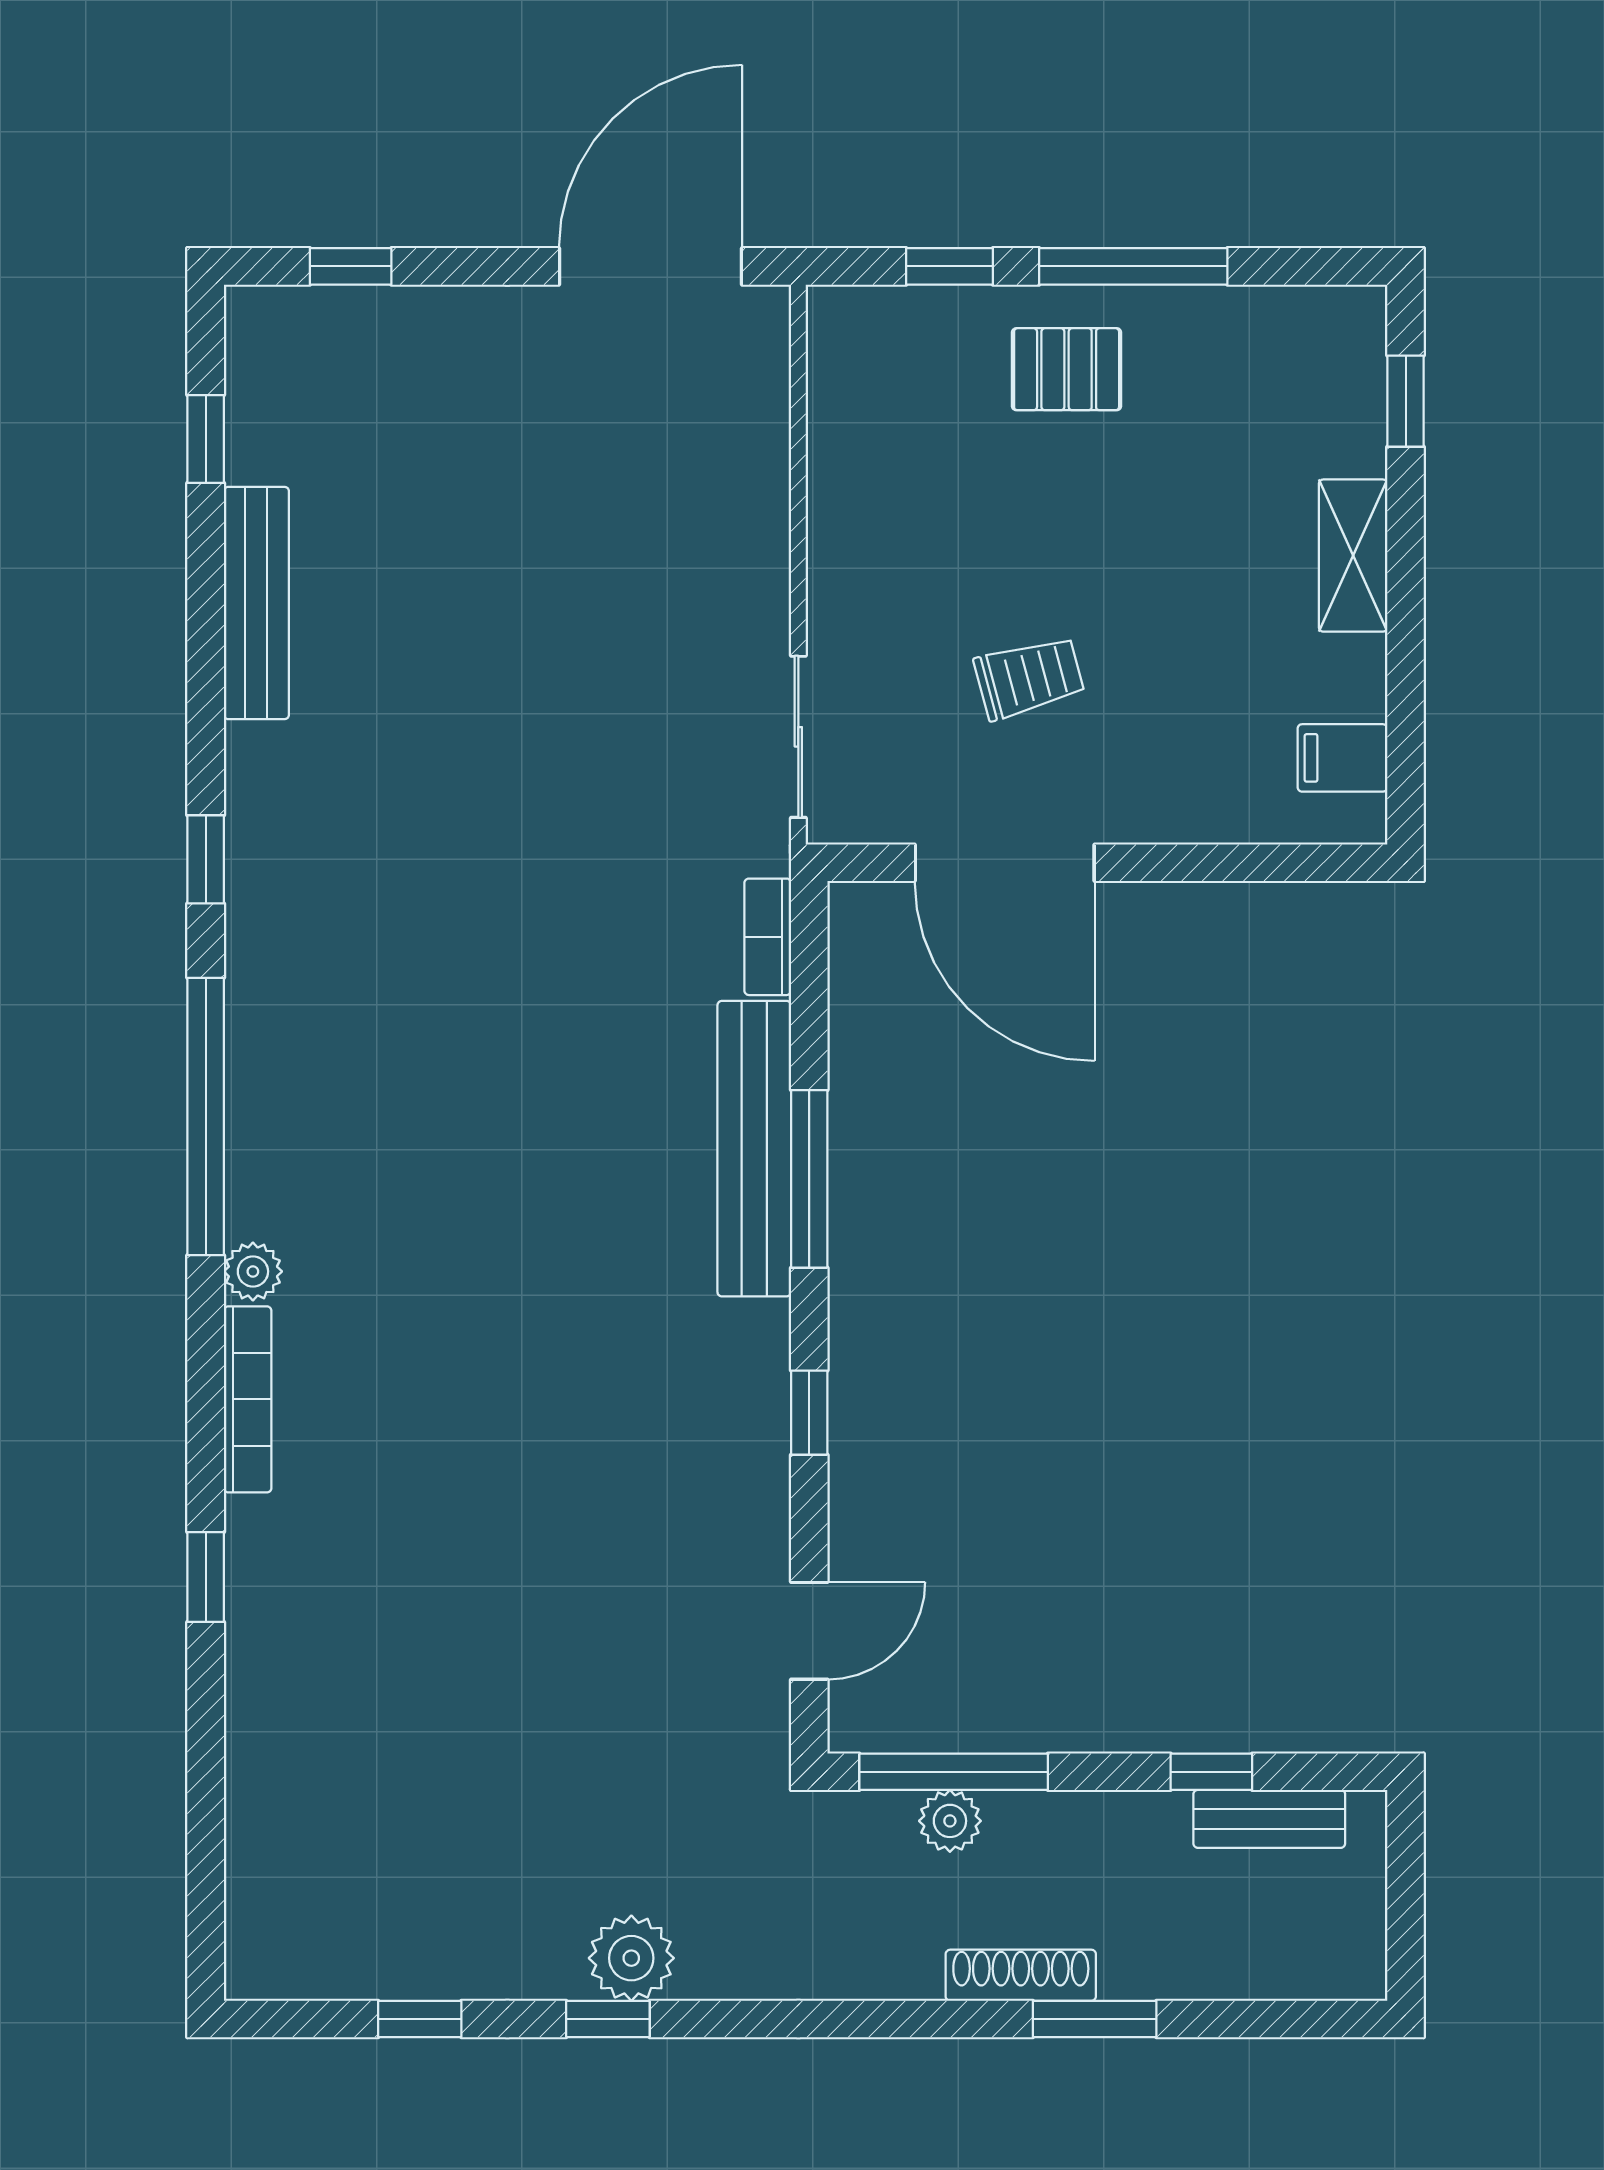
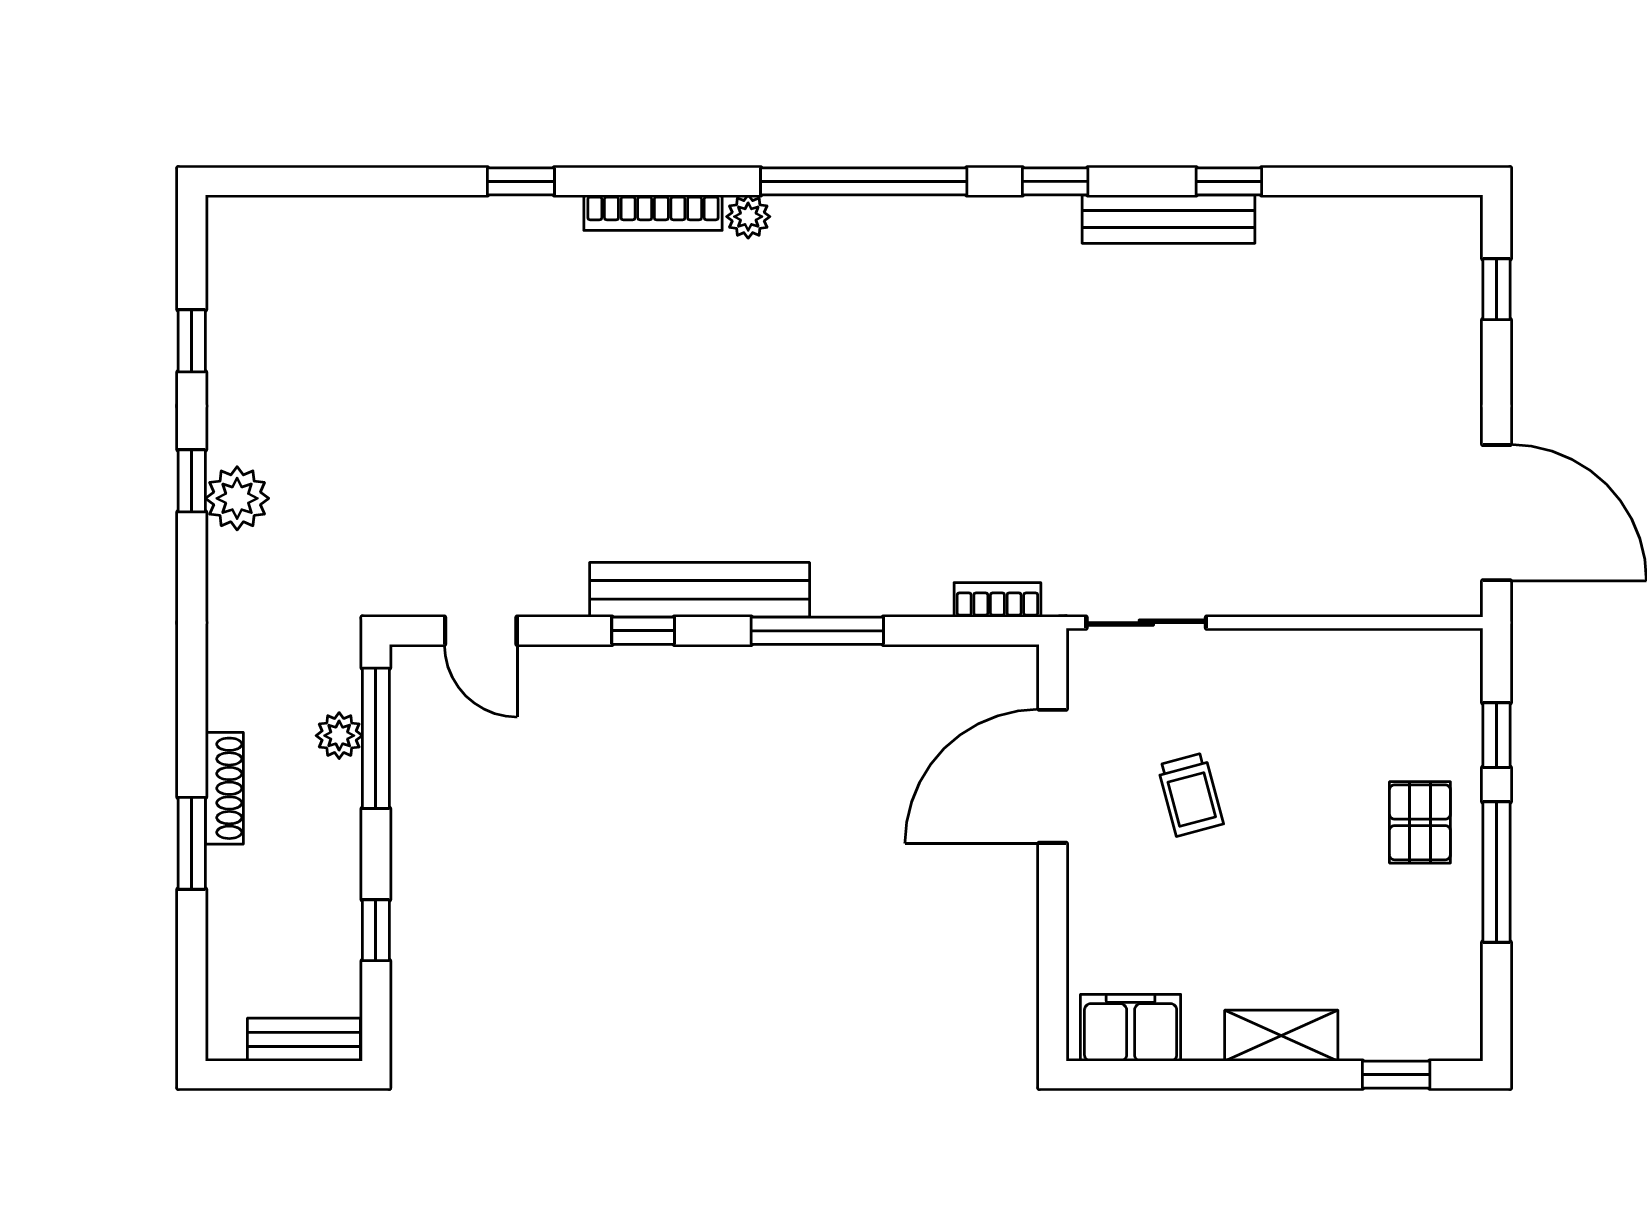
window: (206, 439) -> (1229, 181), moved
bench: (256, 603) -> (1169, 219), moved
filing cabinet: (1342, 758) -> (1131, 1028), width x2.00
bench: (754, 1149) -> (700, 590), moved
bench: (1269, 1819) -> (304, 1040), moved, turned 90

